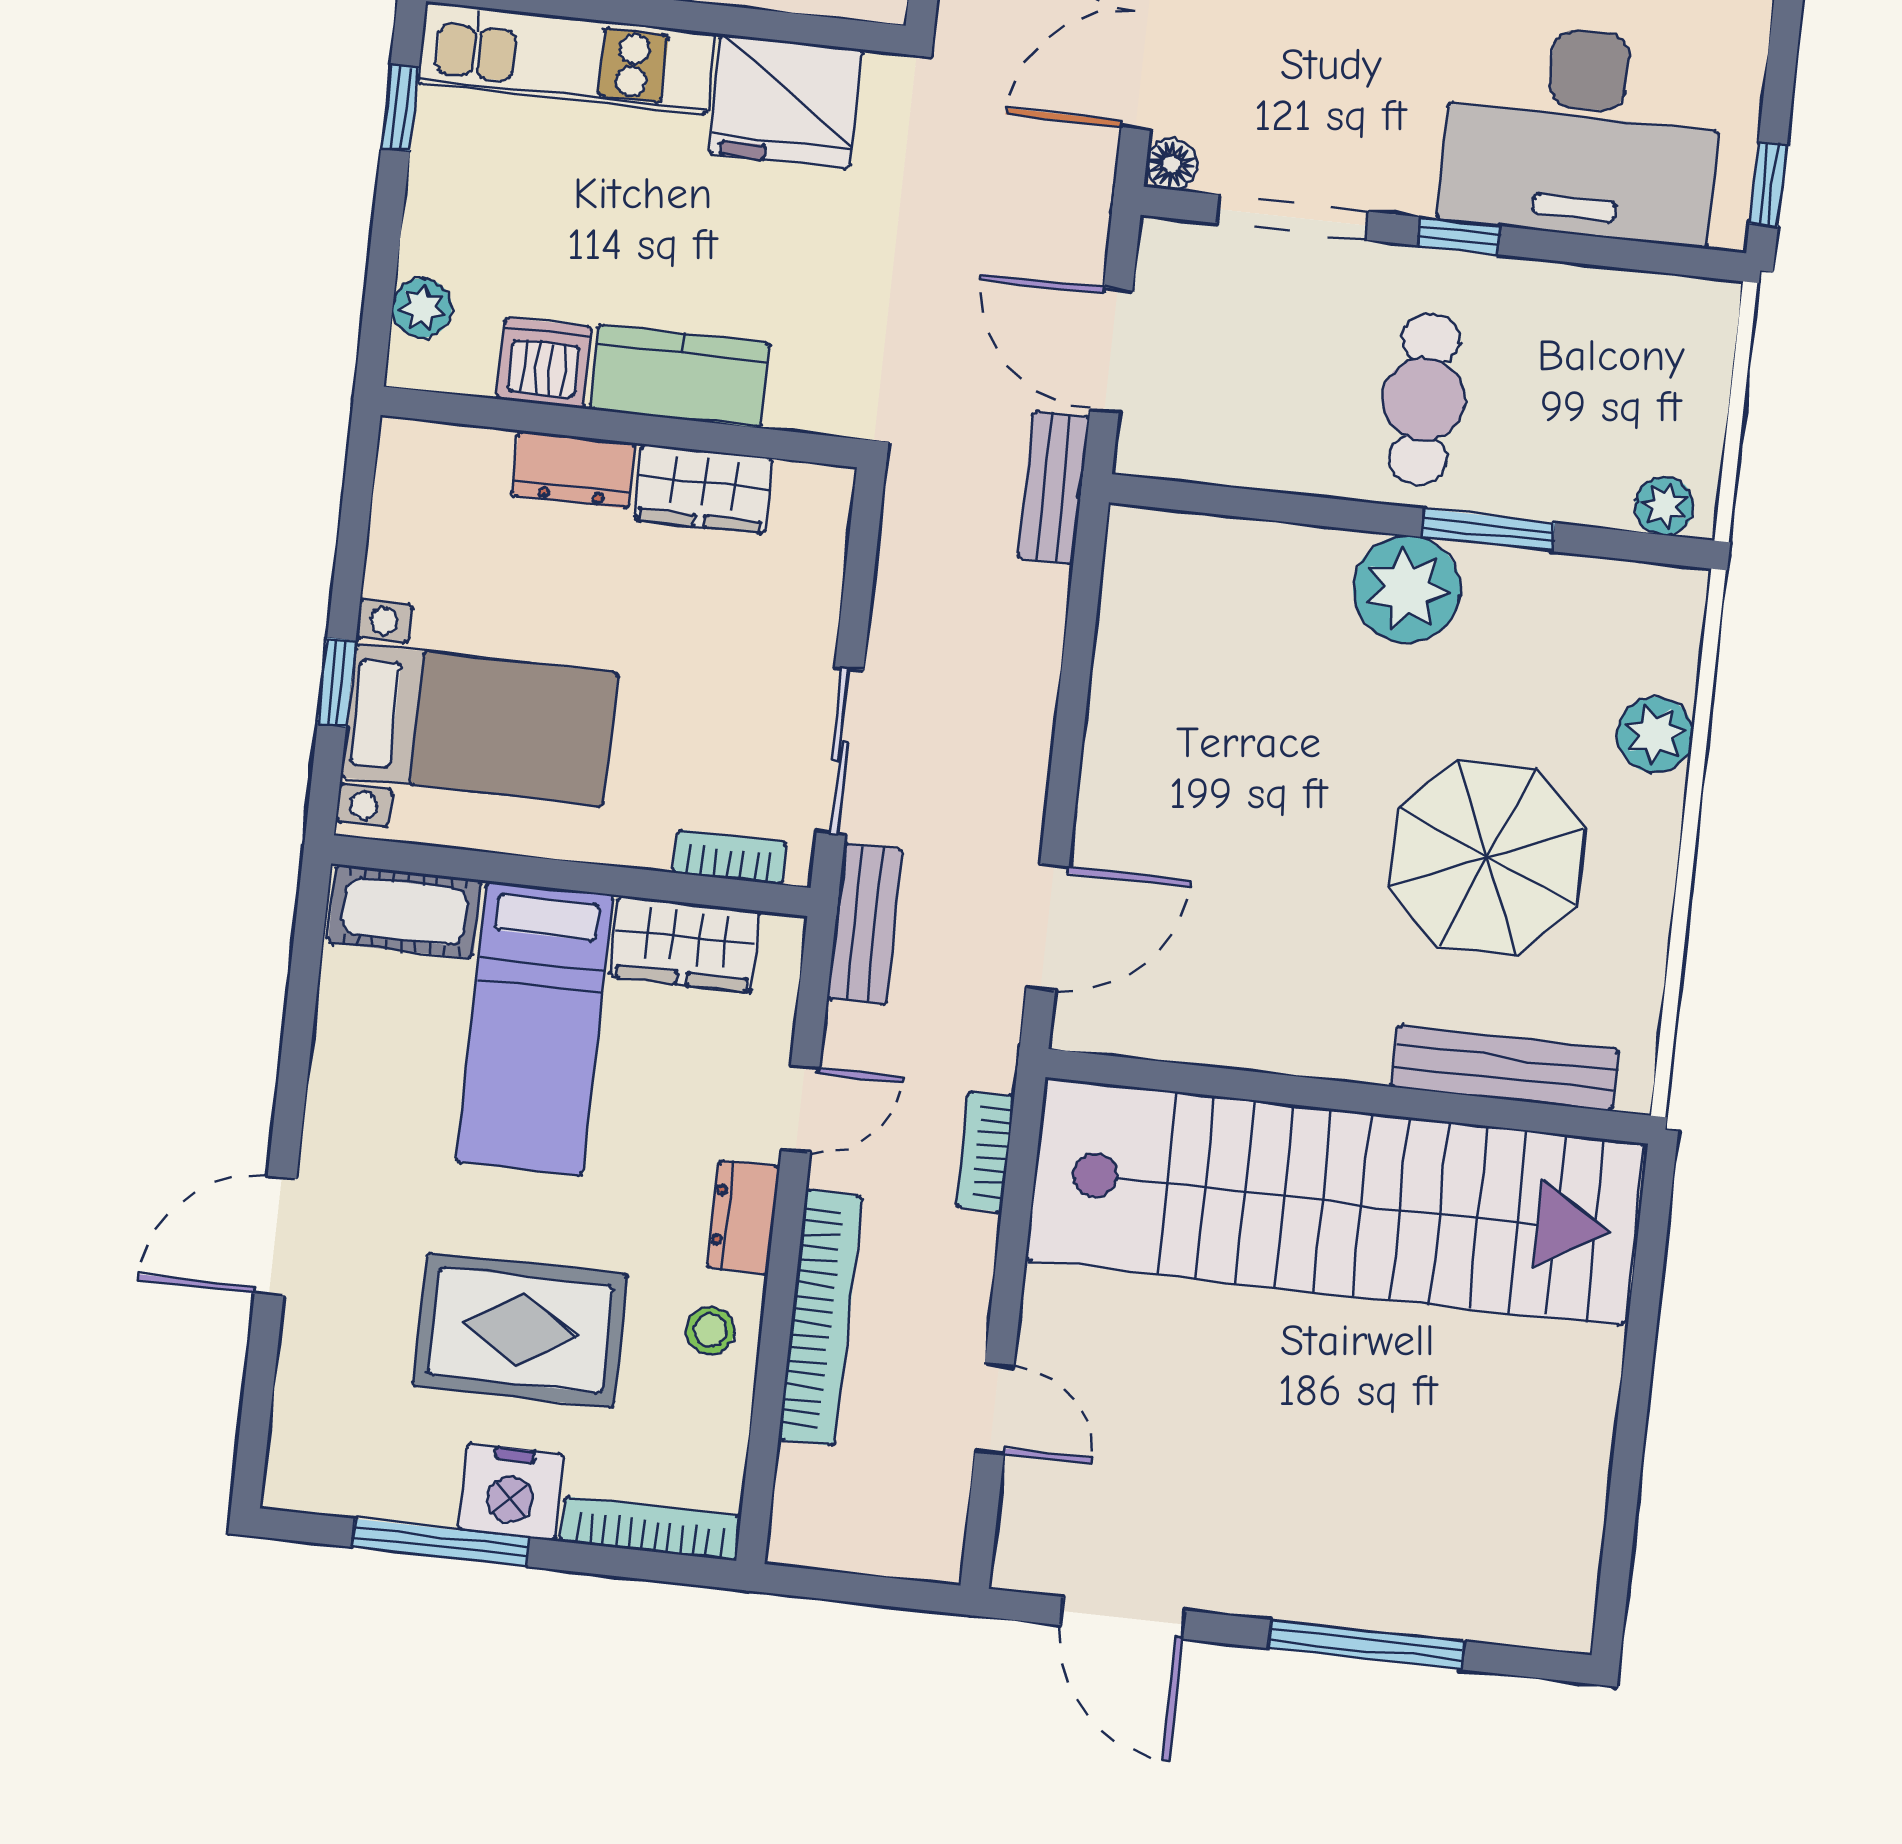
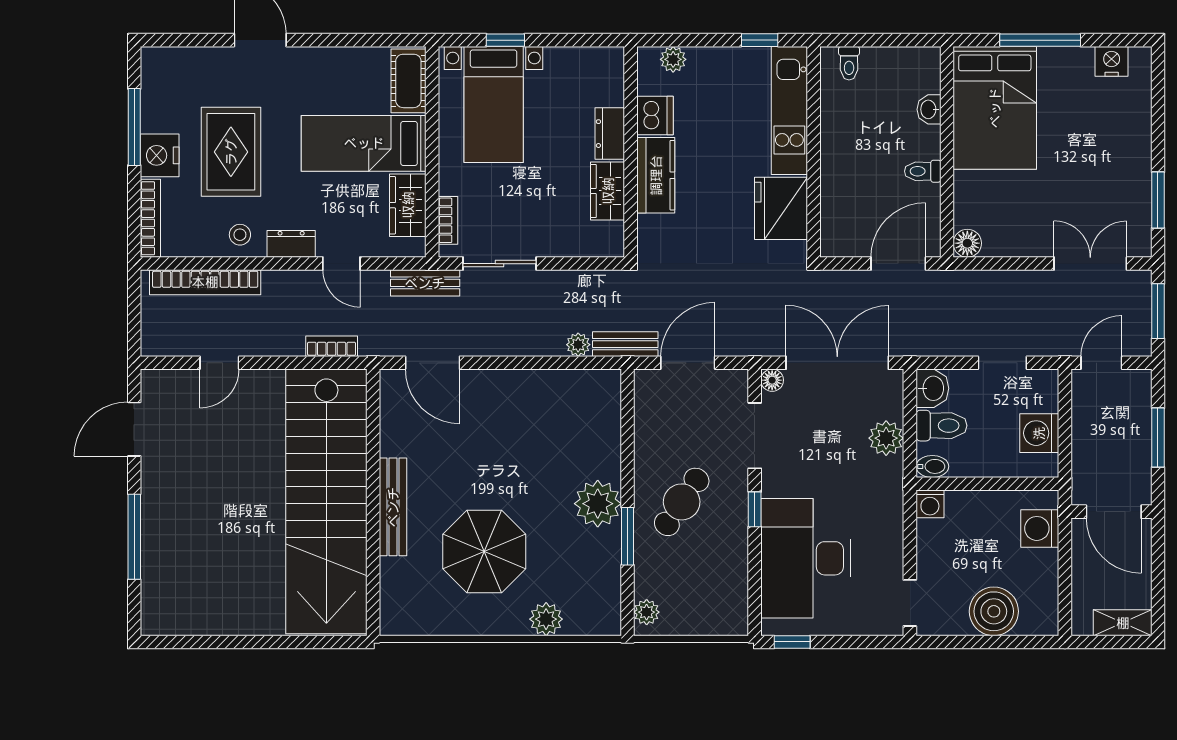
cafe table: (1424, 399) -> (682, 502), turned -56
plant: (1043, 593) -> (578, 345), added
bench: (1505, 1068) -> (393, 507), moved
bookcase: (820, 1318) -> (205, 282), moved

